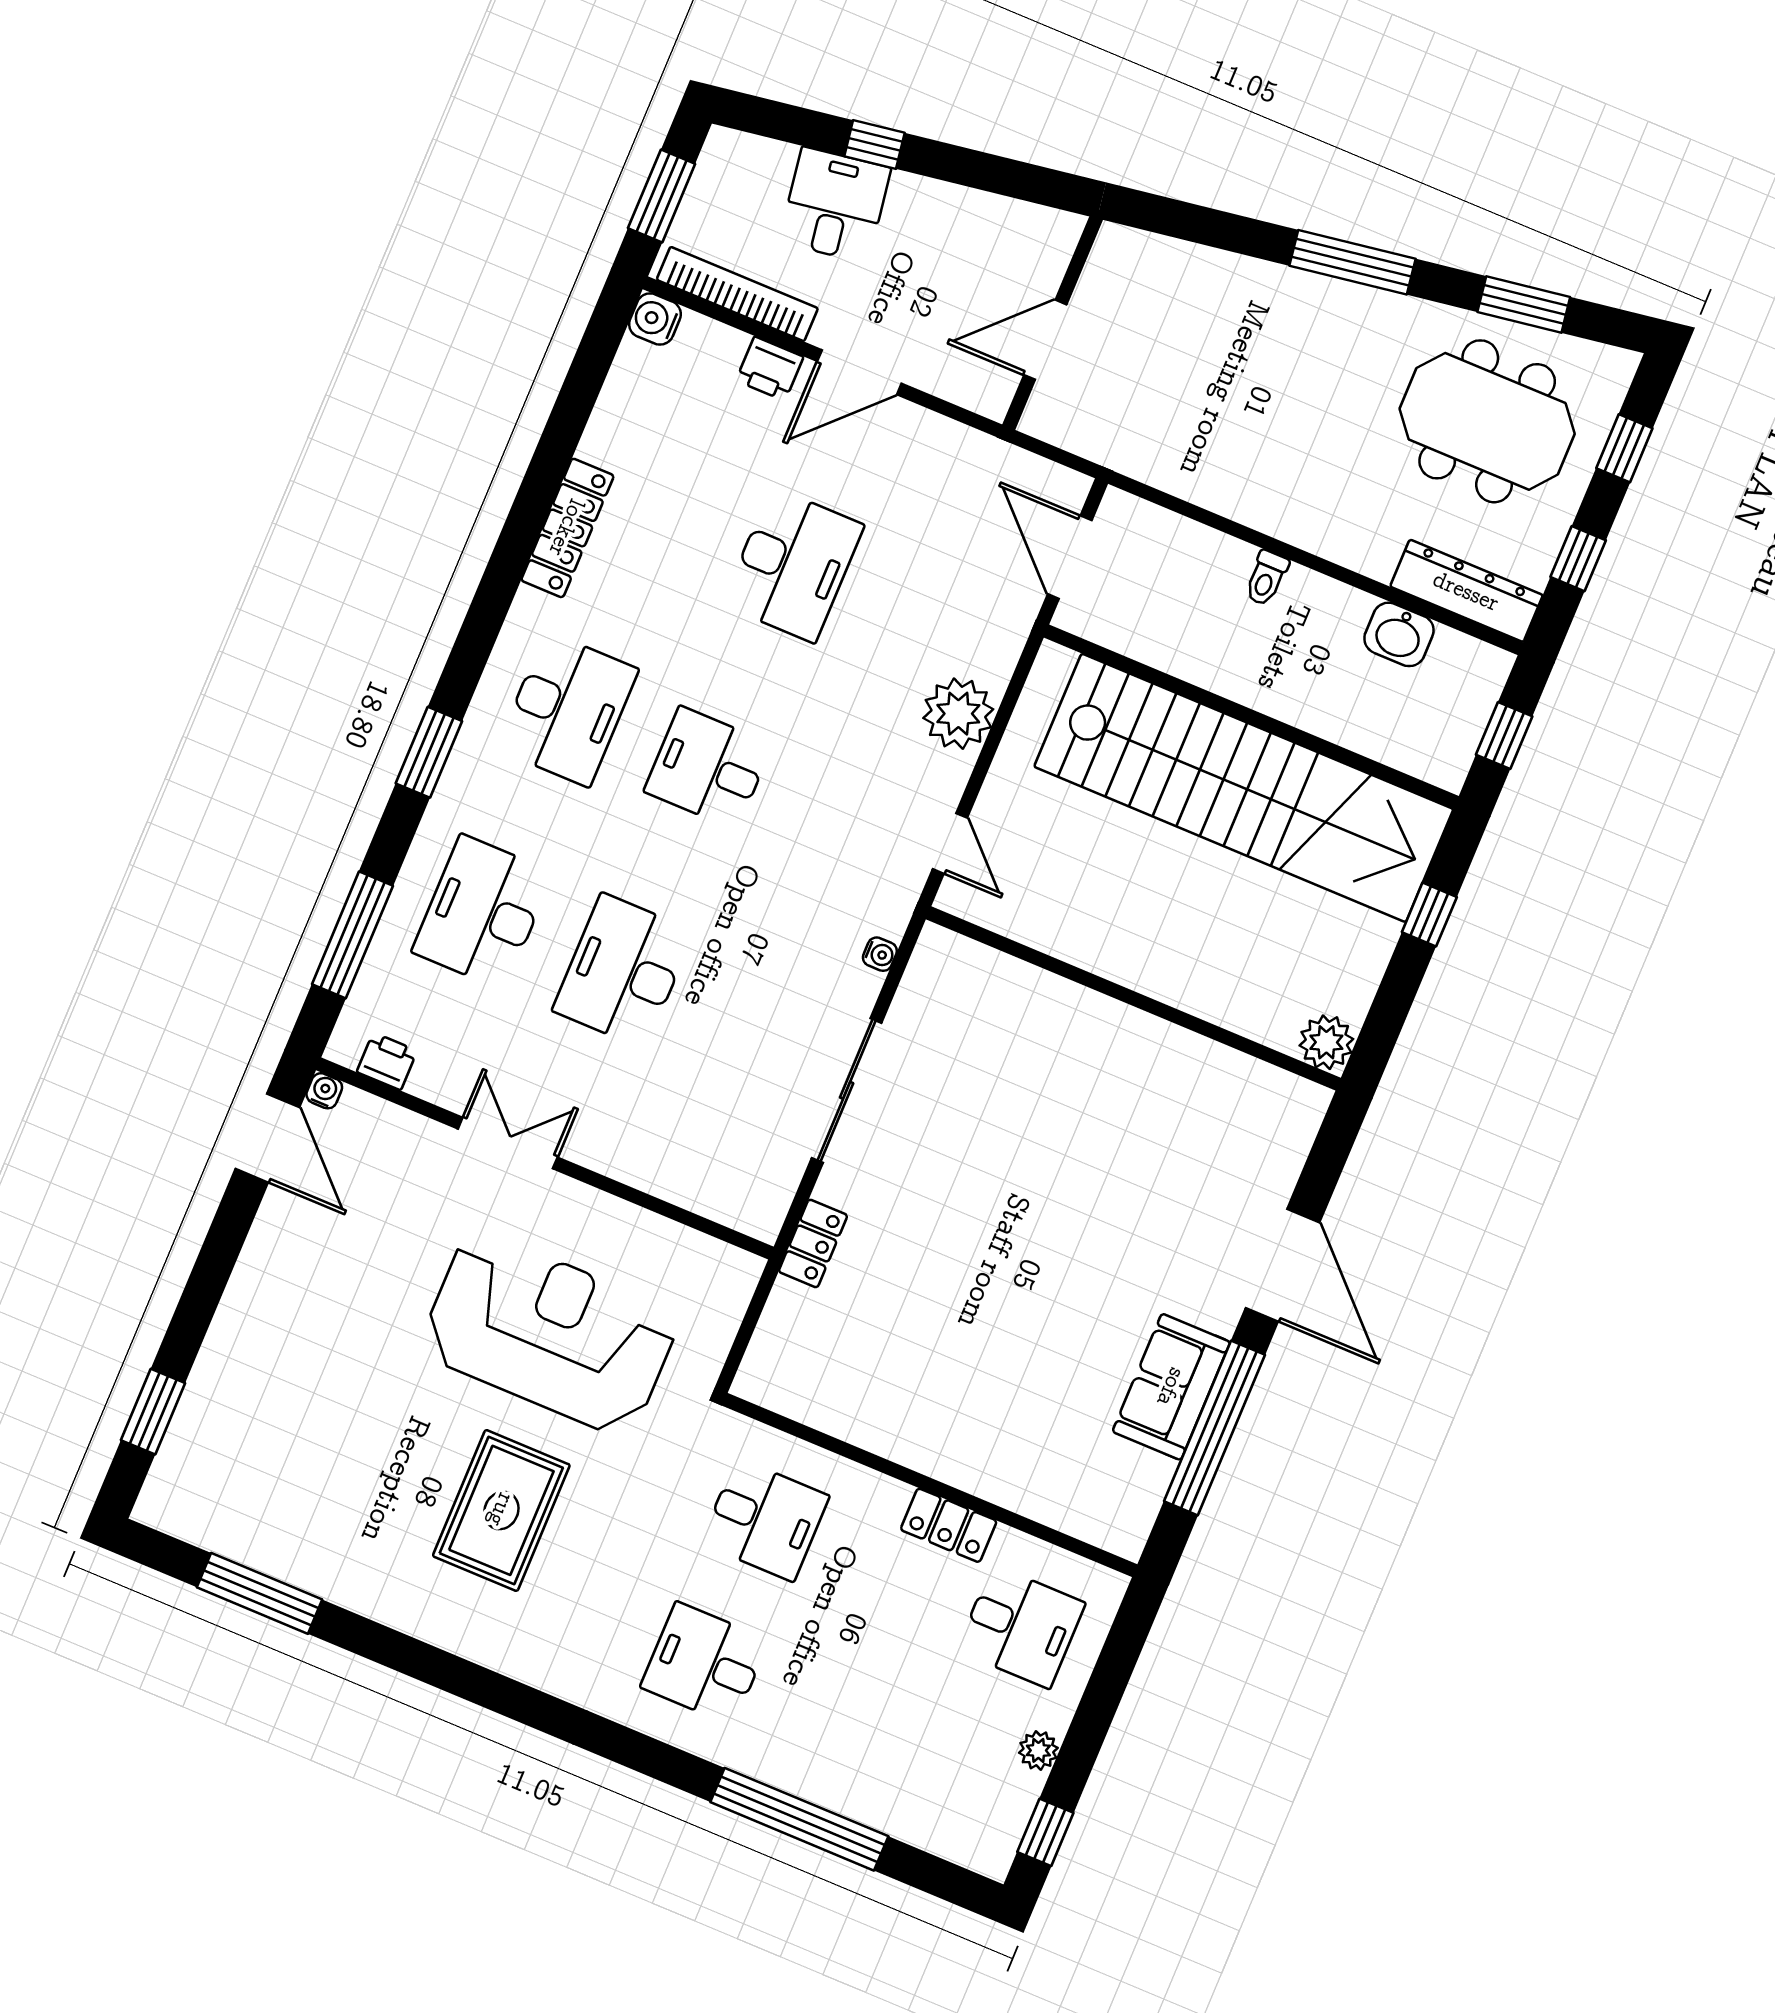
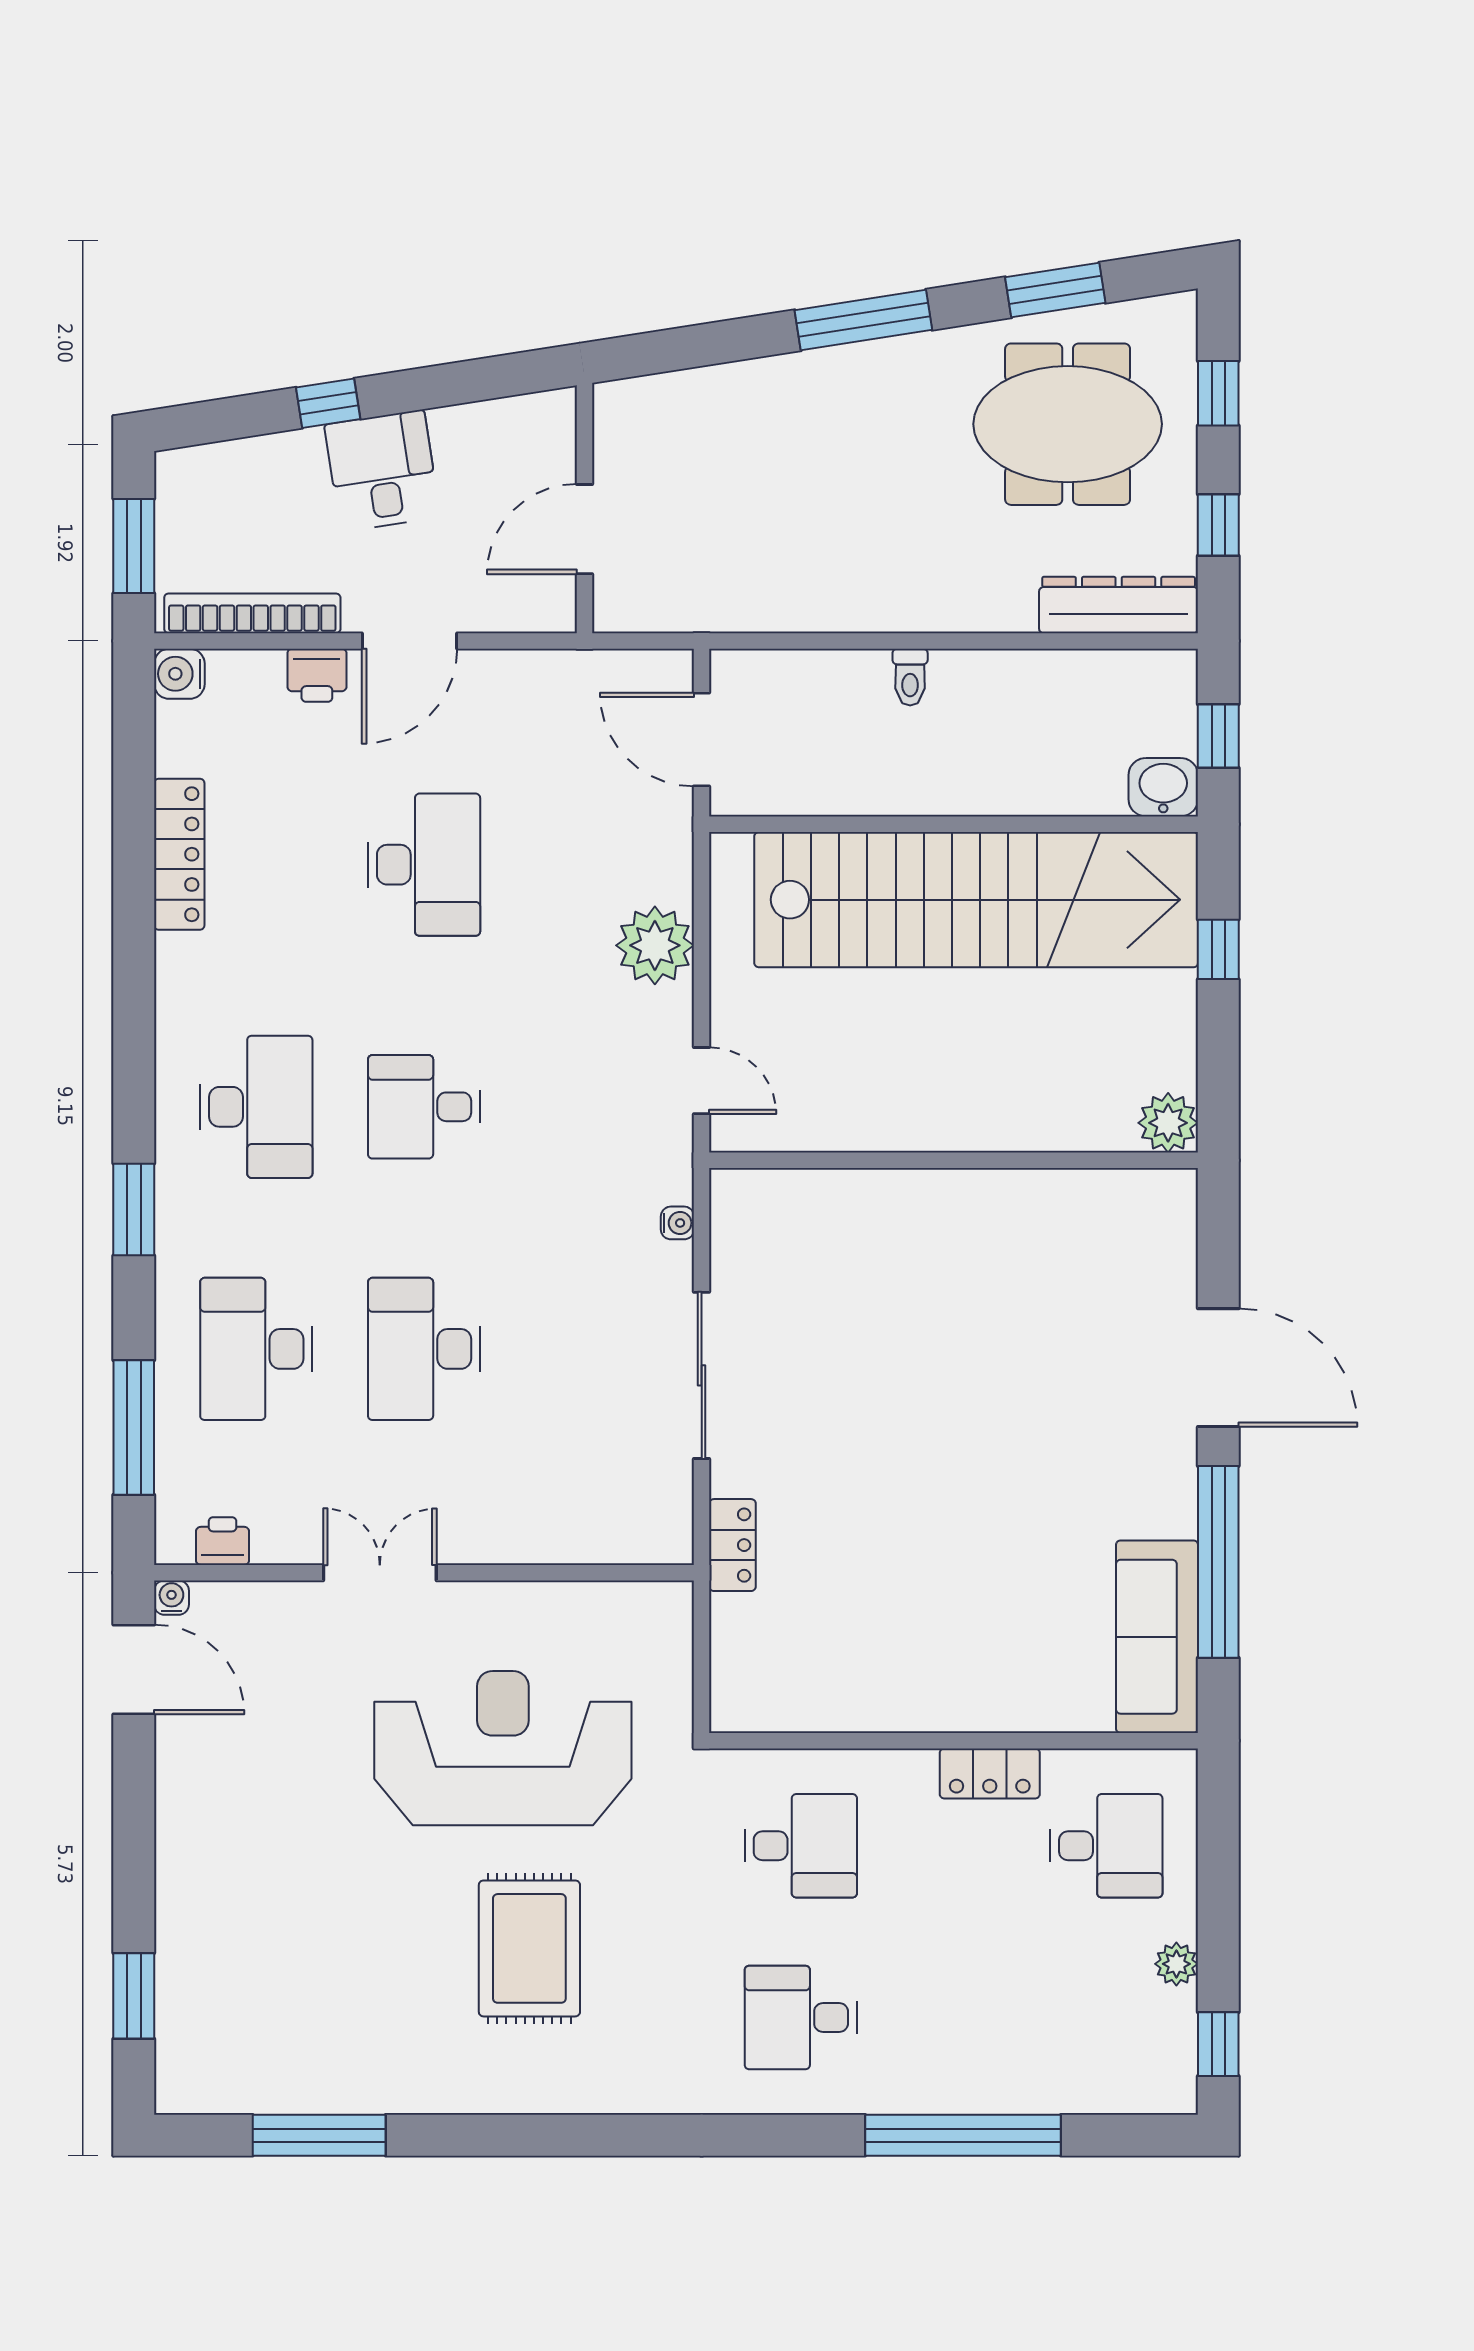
desk: (835, 205) -> (382, 471), moved
locker: (567, 528) -> (179, 854), moved
washbasin: (1399, 634) -> (1163, 787), moved, turned 180
sofa: (1171, 1387) -> (1157, 1637), moved, width x1.36

